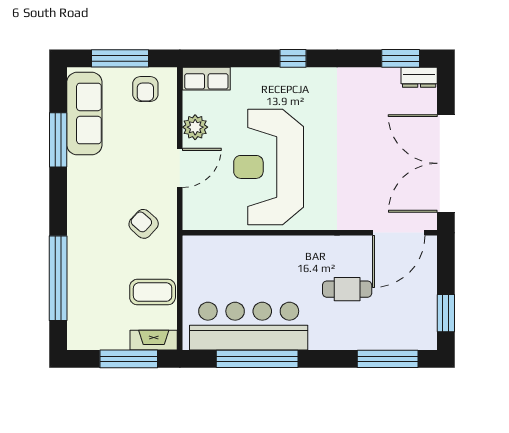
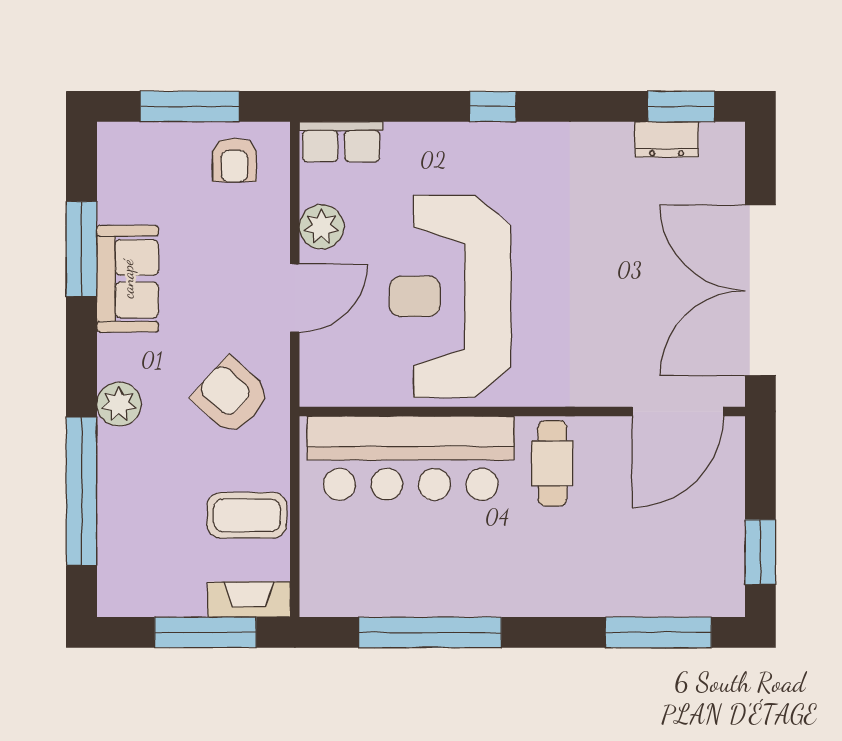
dresser: (419, 77) -> (667, 139), moved
sofa: (84, 114) -> (128, 279), moved, width x0.73
armchair: (144, 224) -> (231, 396), width x1.38, depth x1.38
plant: (79, 229) -> (119, 404), added
cafe table: (347, 289) -> (552, 463), moved, turned 90
bar counter: (249, 326) -> (411, 458), moved, turned 180

